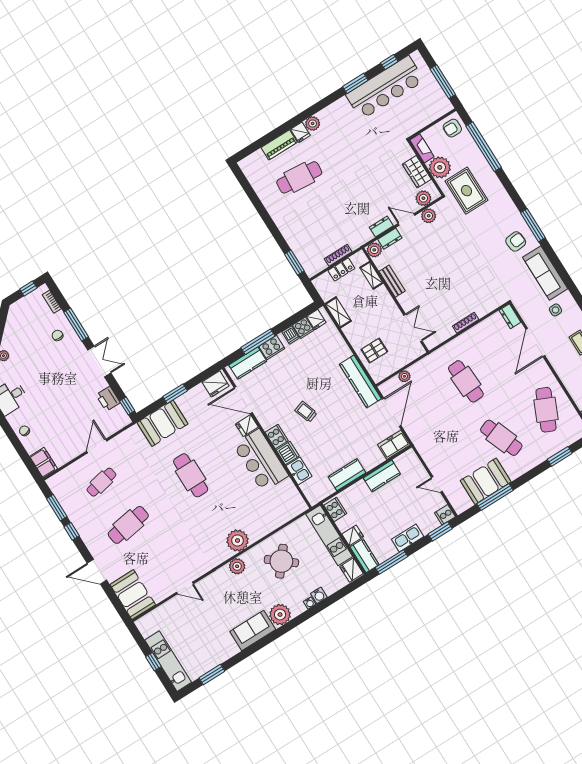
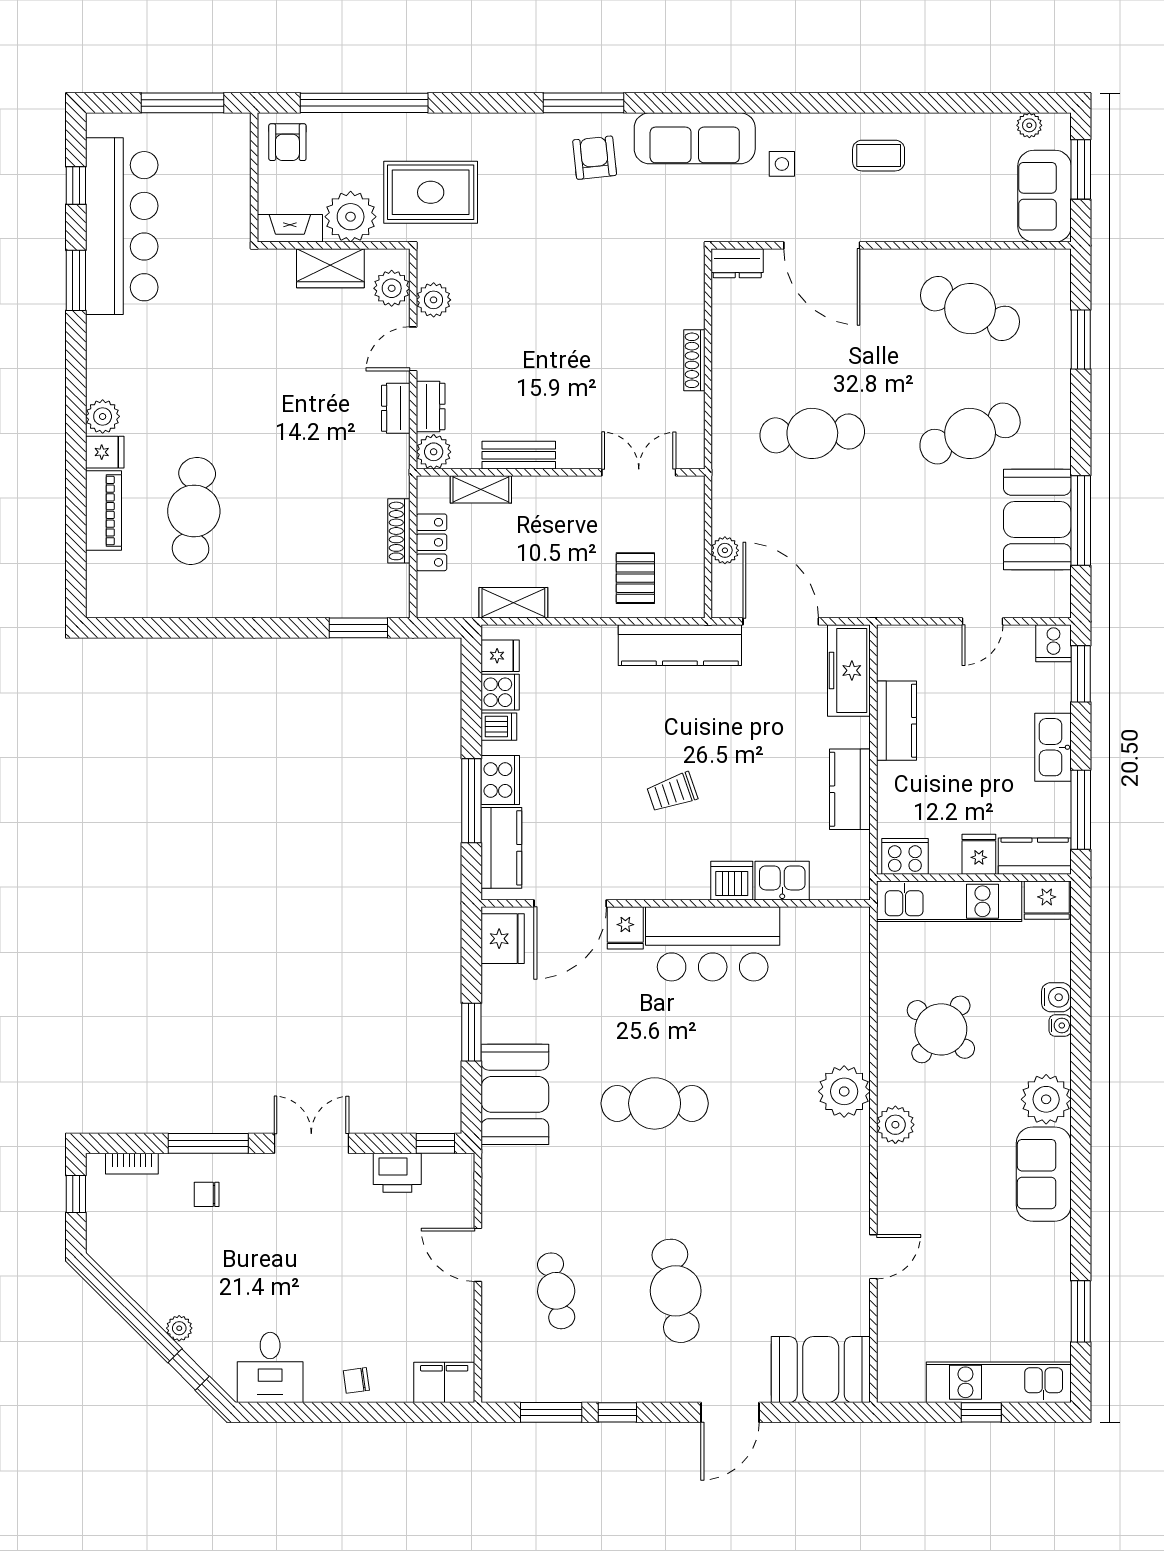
cooker: (277, 436) -> (685, 882), removed
freezer: (394, 445) -> (849, 670), width x1.40

